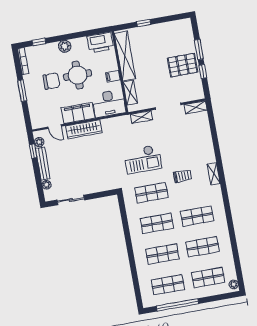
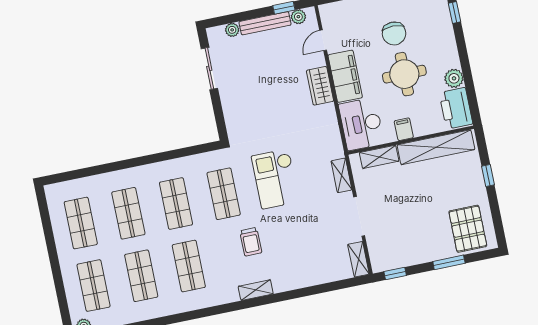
plant: (65, 46) -> (454, 78), moved
pallet: (182, 65) -> (468, 229), moved
window: (203, 71) -> (395, 273), moved
wardrobe: (84, 129) -> (320, 86), width x0.67
window: (177, 305) -> (50, 239), removed

